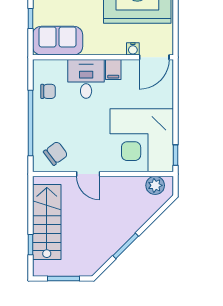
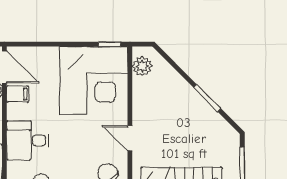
filing cabinet: (113, 70) -> (18, 94), moved
door: (88, 174) -> (130, 138), swing flipped

